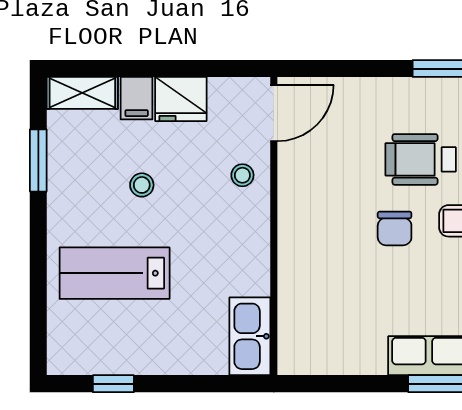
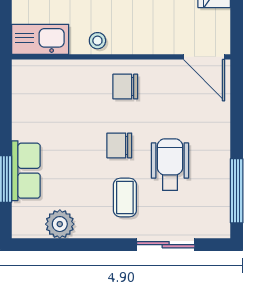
stool: (242, 175) -> (97, 41), moved
chair: (314, 220) -> (125, 87), added

